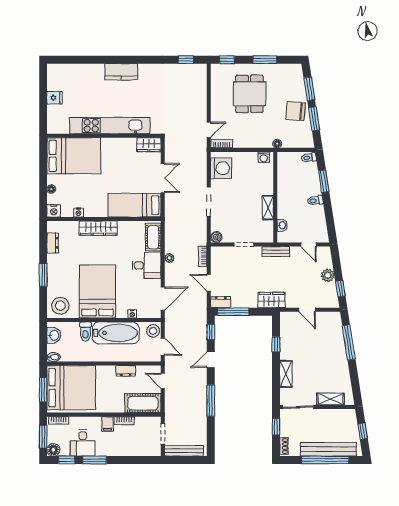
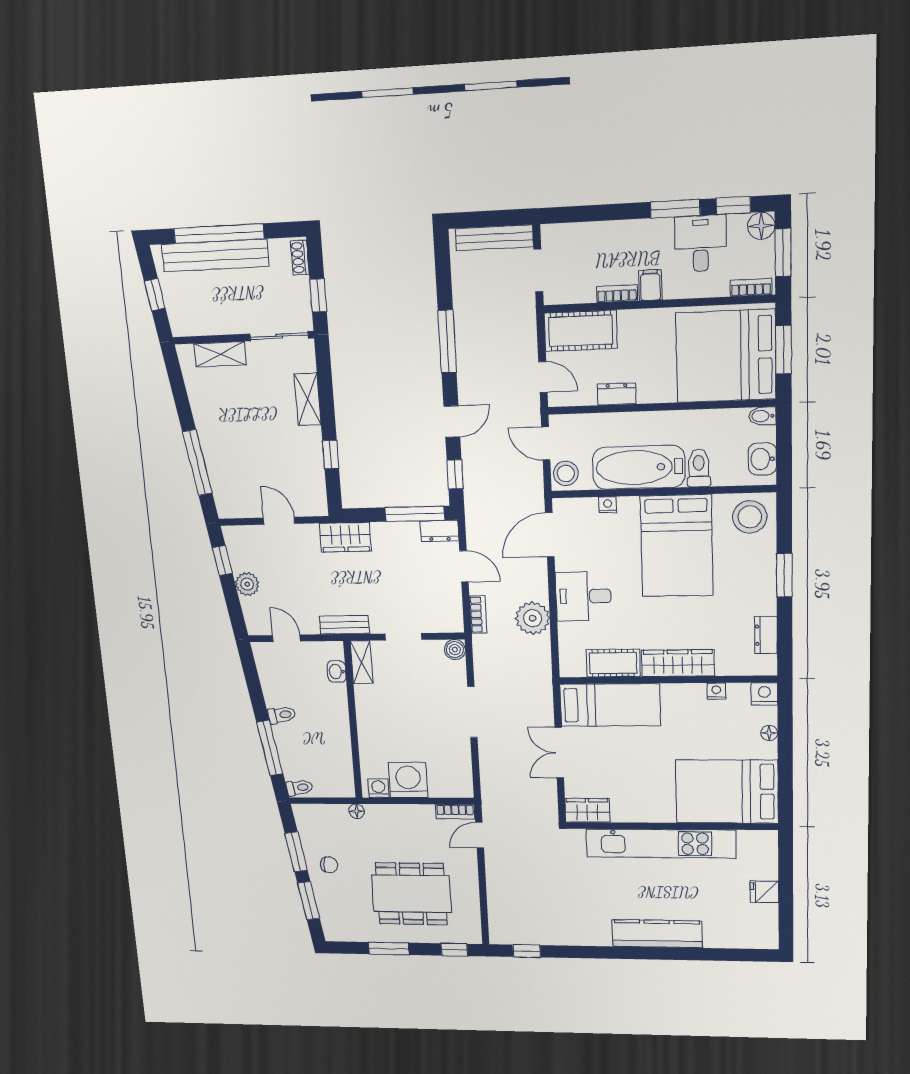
kitchen counter: (121, 72) -> (657, 934), width x1.50
dining table: (249, 94) -> (411, 894), width x1.38
chair: (296, 111) -> (329, 865), width x0.54, depth x0.54
washing machine: (221, 168) -> (408, 780), moved, turned 90
window: (324, 181) -> (270, 748), width x1.44
shelving: (268, 208) -> (362, 662), moved
cot: (153, 237) -> (613, 663), moved, turned 90
plant: (170, 258) -> (533, 618), width x1.88, depth x1.88

